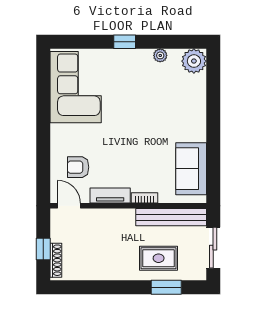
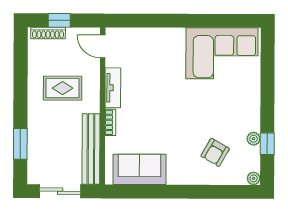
window: (125, 42) -> (267, 144), moved
plant: (194, 61) -> (254, 178), width x0.53, depth x0.53
armchair: (78, 167) -> (215, 152), moved, turned -150
door: (69, 206) -> (103, 46), swing flipped
rug: (159, 258) -> (63, 88), moved, turned 90

